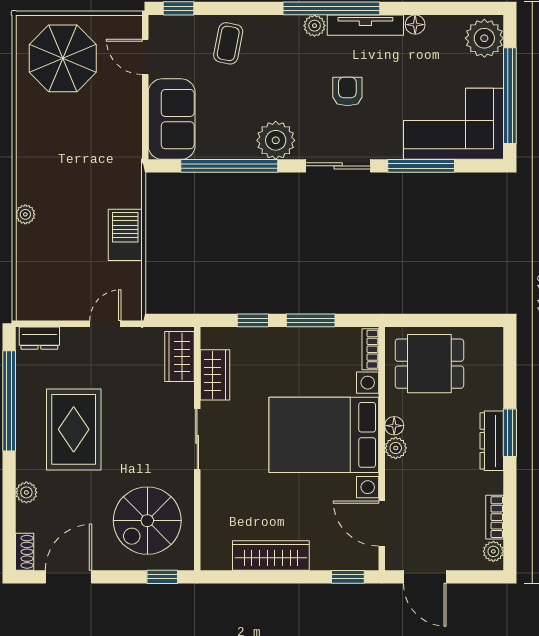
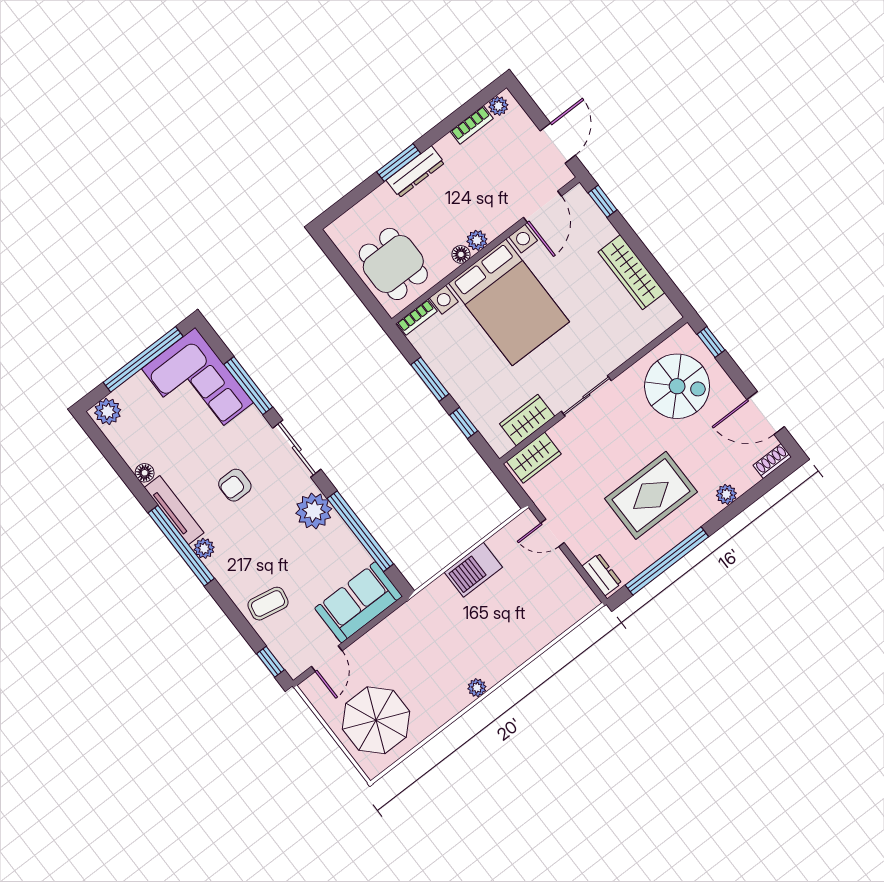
plant: (484, 38) -> (108, 411), width x0.73, depth x0.73
plant: (25, 214) -> (477, 688), moved

